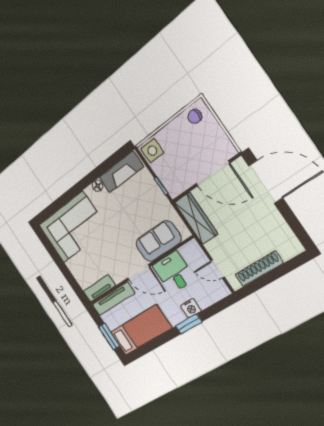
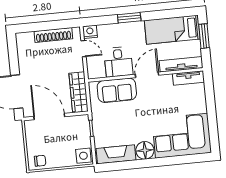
floor lamp: (98, 186) -> (145, 150), width x1.89, depth x1.89
door: (139, 272) -> (147, 75), hinge flipped
nightstand: (191, 308) -> (90, 32), moved

